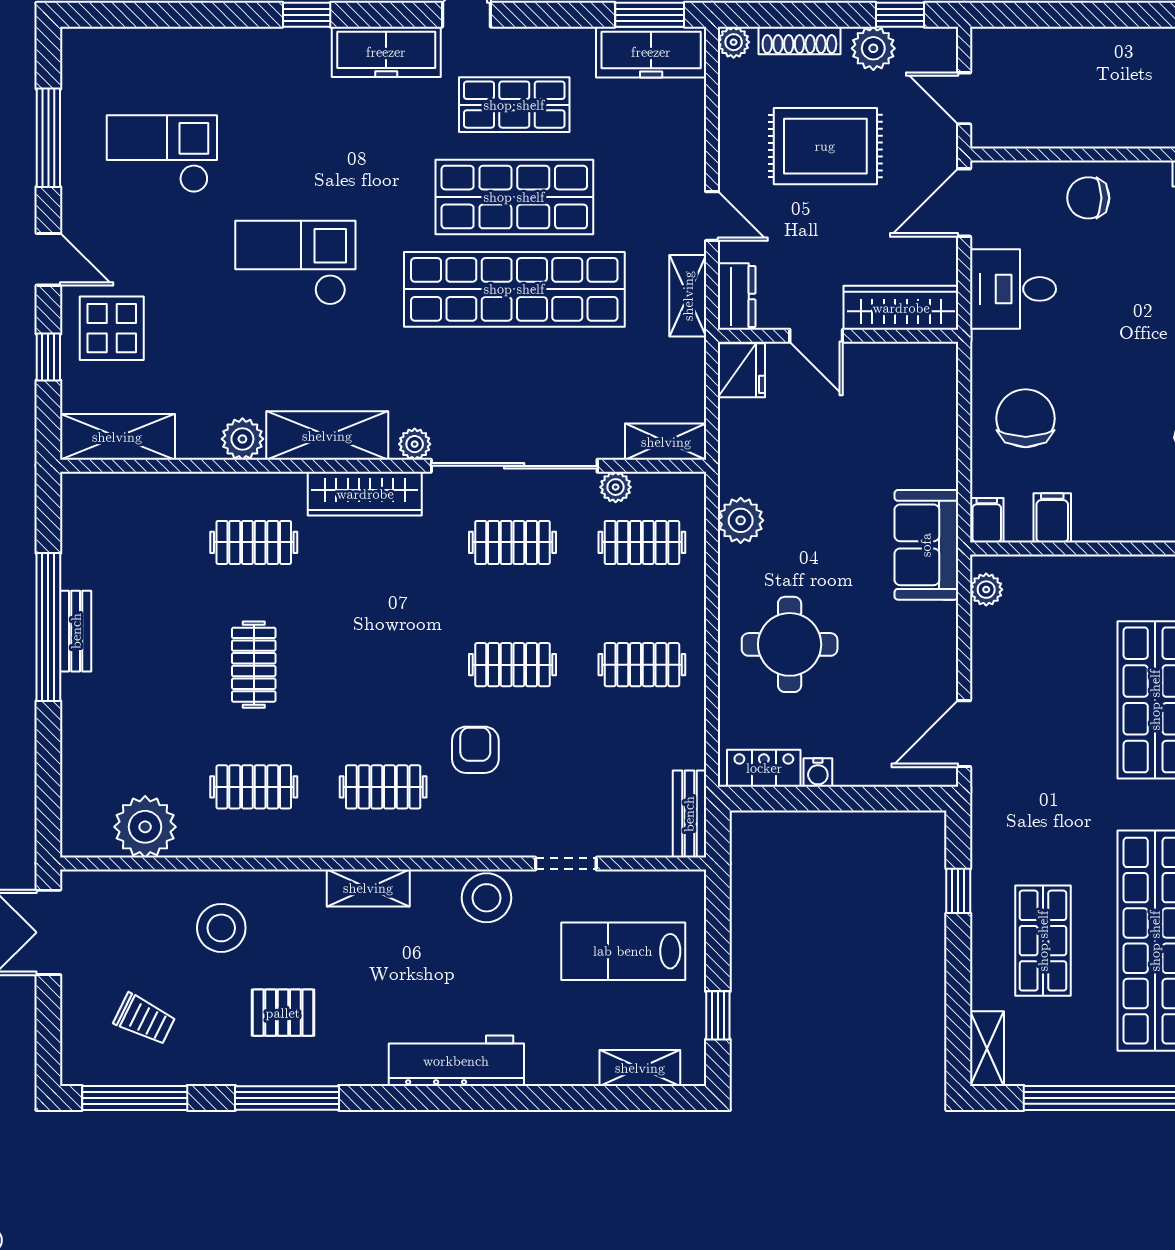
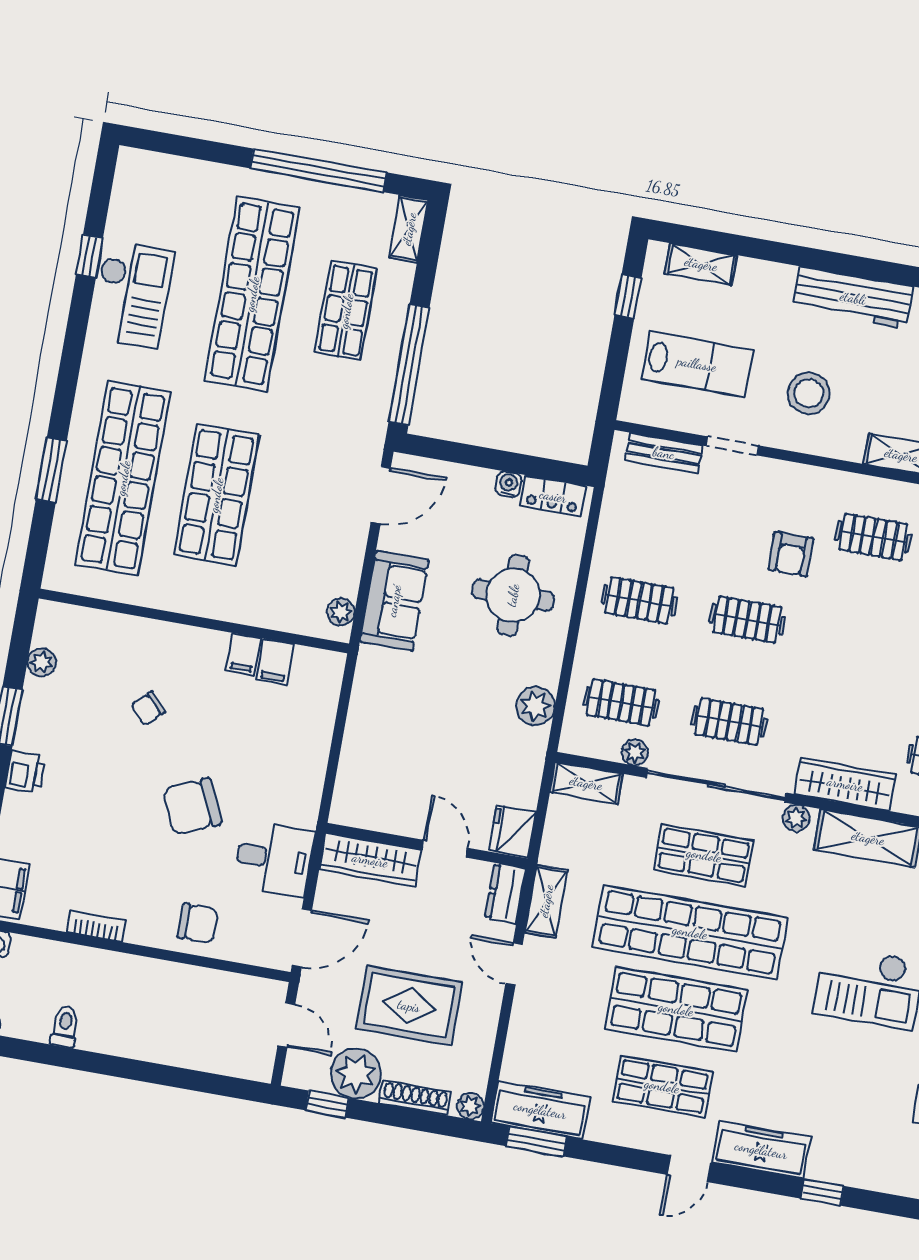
plant: (873, 48) -> (356, 1074), width x1.36, depth x1.36
shop shelf: (514, 382) -> (704, 855), added
chair: (1026, 418) -> (192, 806), moved, turned 66
filing cabinet: (987, 520) -> (243, 654), moved
sofa: (926, 545) -> (394, 601), moved
bench: (689, 814) -> (664, 453), moved, turned 90
window: (958, 891) -> (409, 365), width x3.17
stool: (486, 898) -> (809, 393), moved

